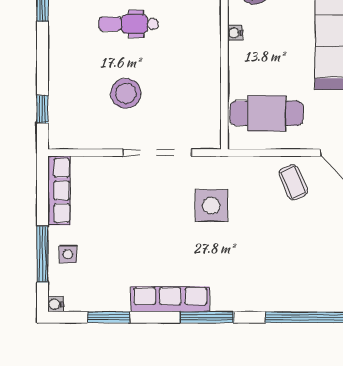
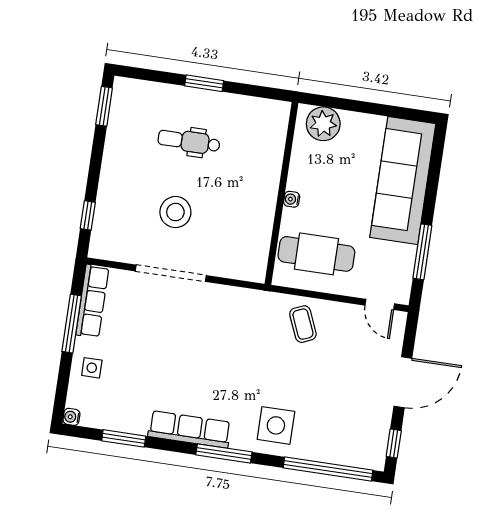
water cooler: (235, 33) -> (292, 199), moved
doorway: (157, 153) -> (171, 273), moved
coffee table: (293, 182) -> (303, 324), moved
side table: (211, 206) -> (276, 425), moved
window: (42, 254) -> (72, 324), moved

